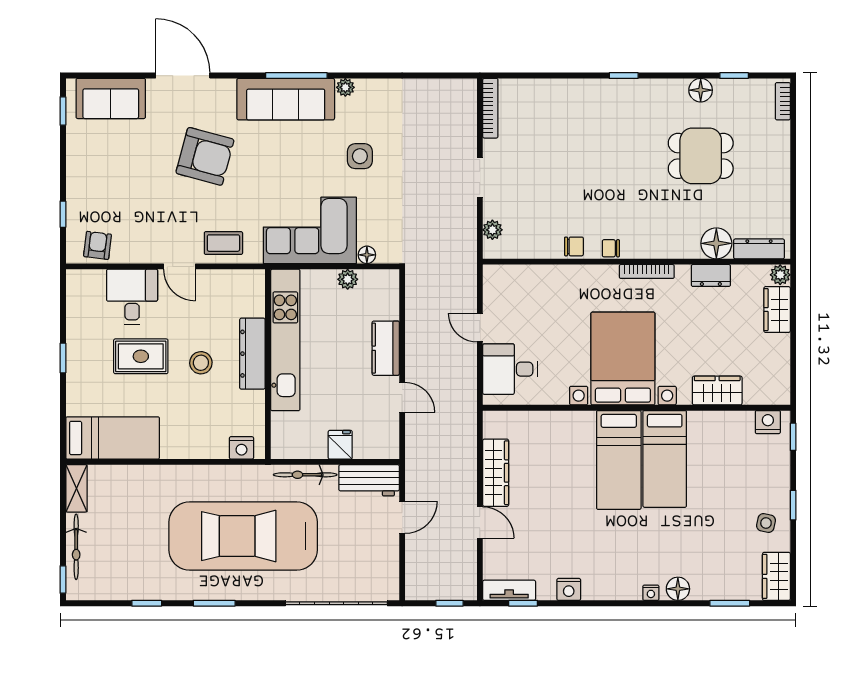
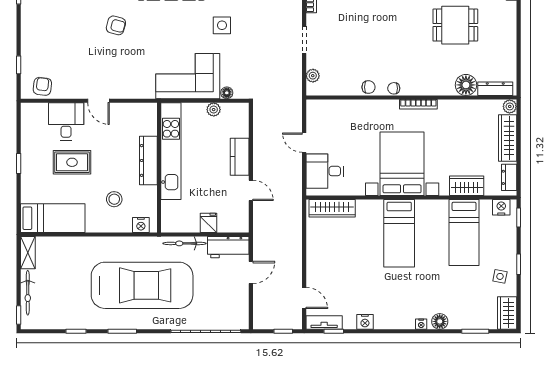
armchair: (205, 156) -> (116, 25), width x0.53, depth x0.53
coffee table: (223, 243) -> (129, 85), removed
dresser: (711, 275) -> (509, 177), moved, turned 90
wardrobe: (777, 310) -> (508, 138), width x1.50
stool: (201, 363) -> (114, 199), moved
bed: (665, 459) -> (464, 233), moved
wardrobe: (496, 473) -> (332, 208), moved, turned 90
door: (480, 523) -> (304, 298), moved
car: (243, 536) -> (142, 285), turned 180

